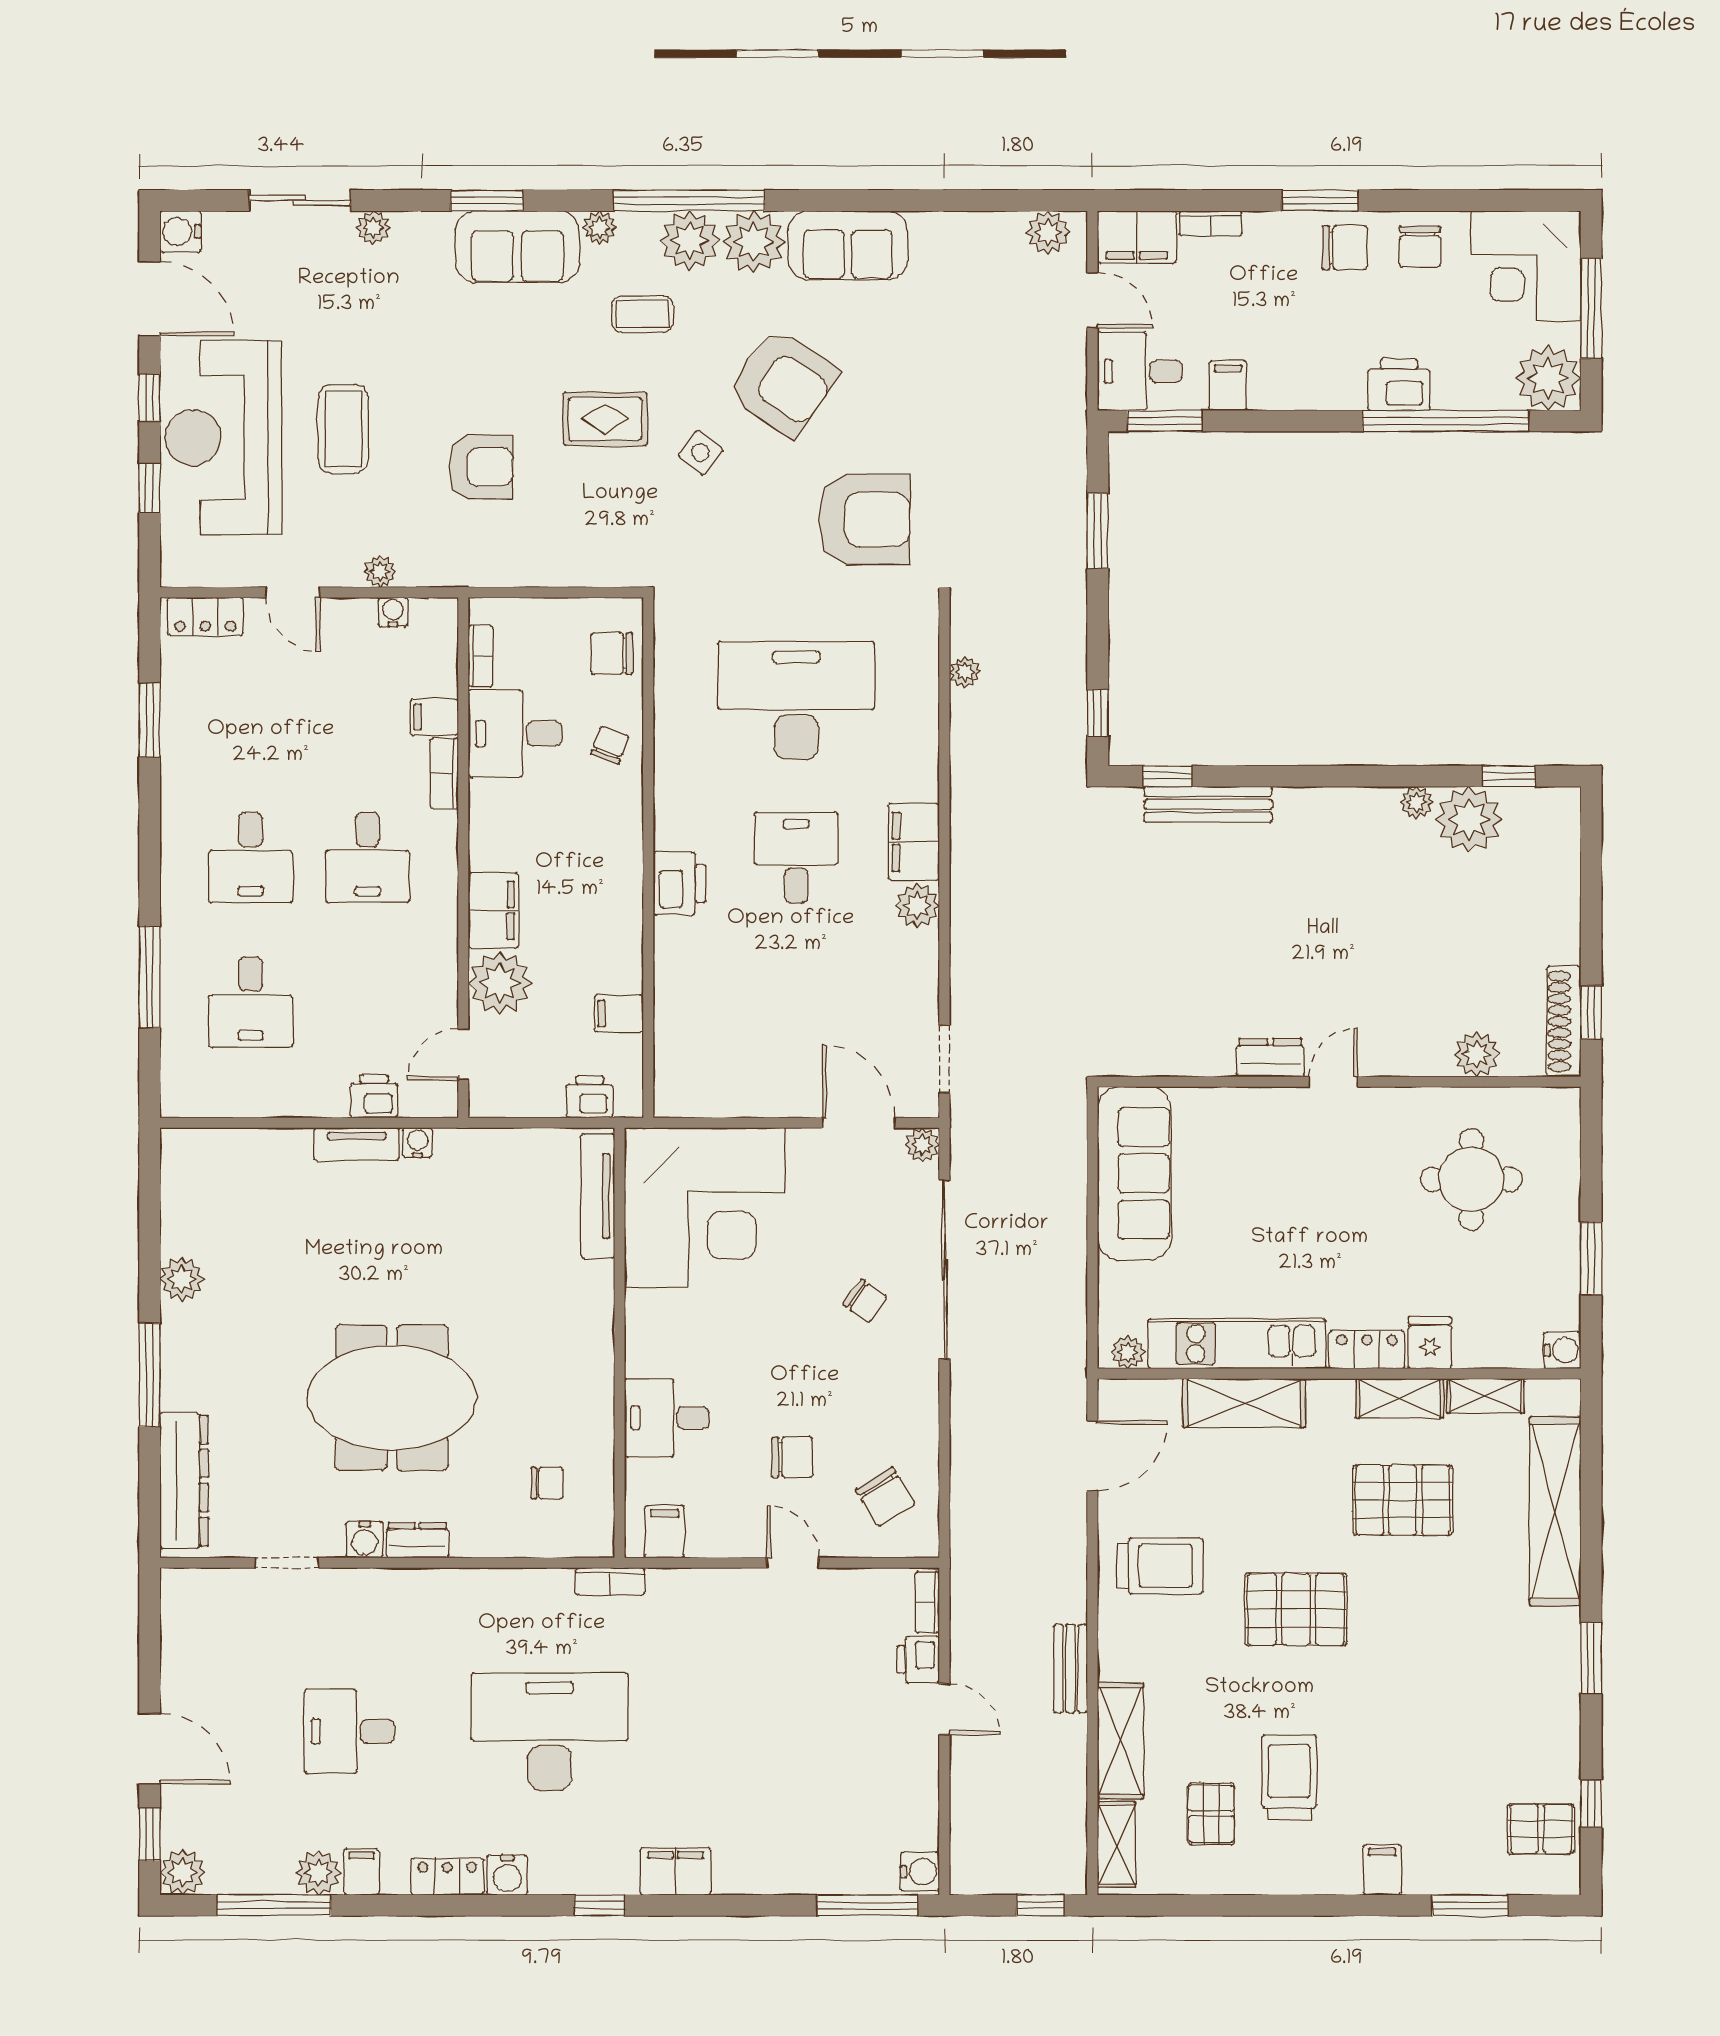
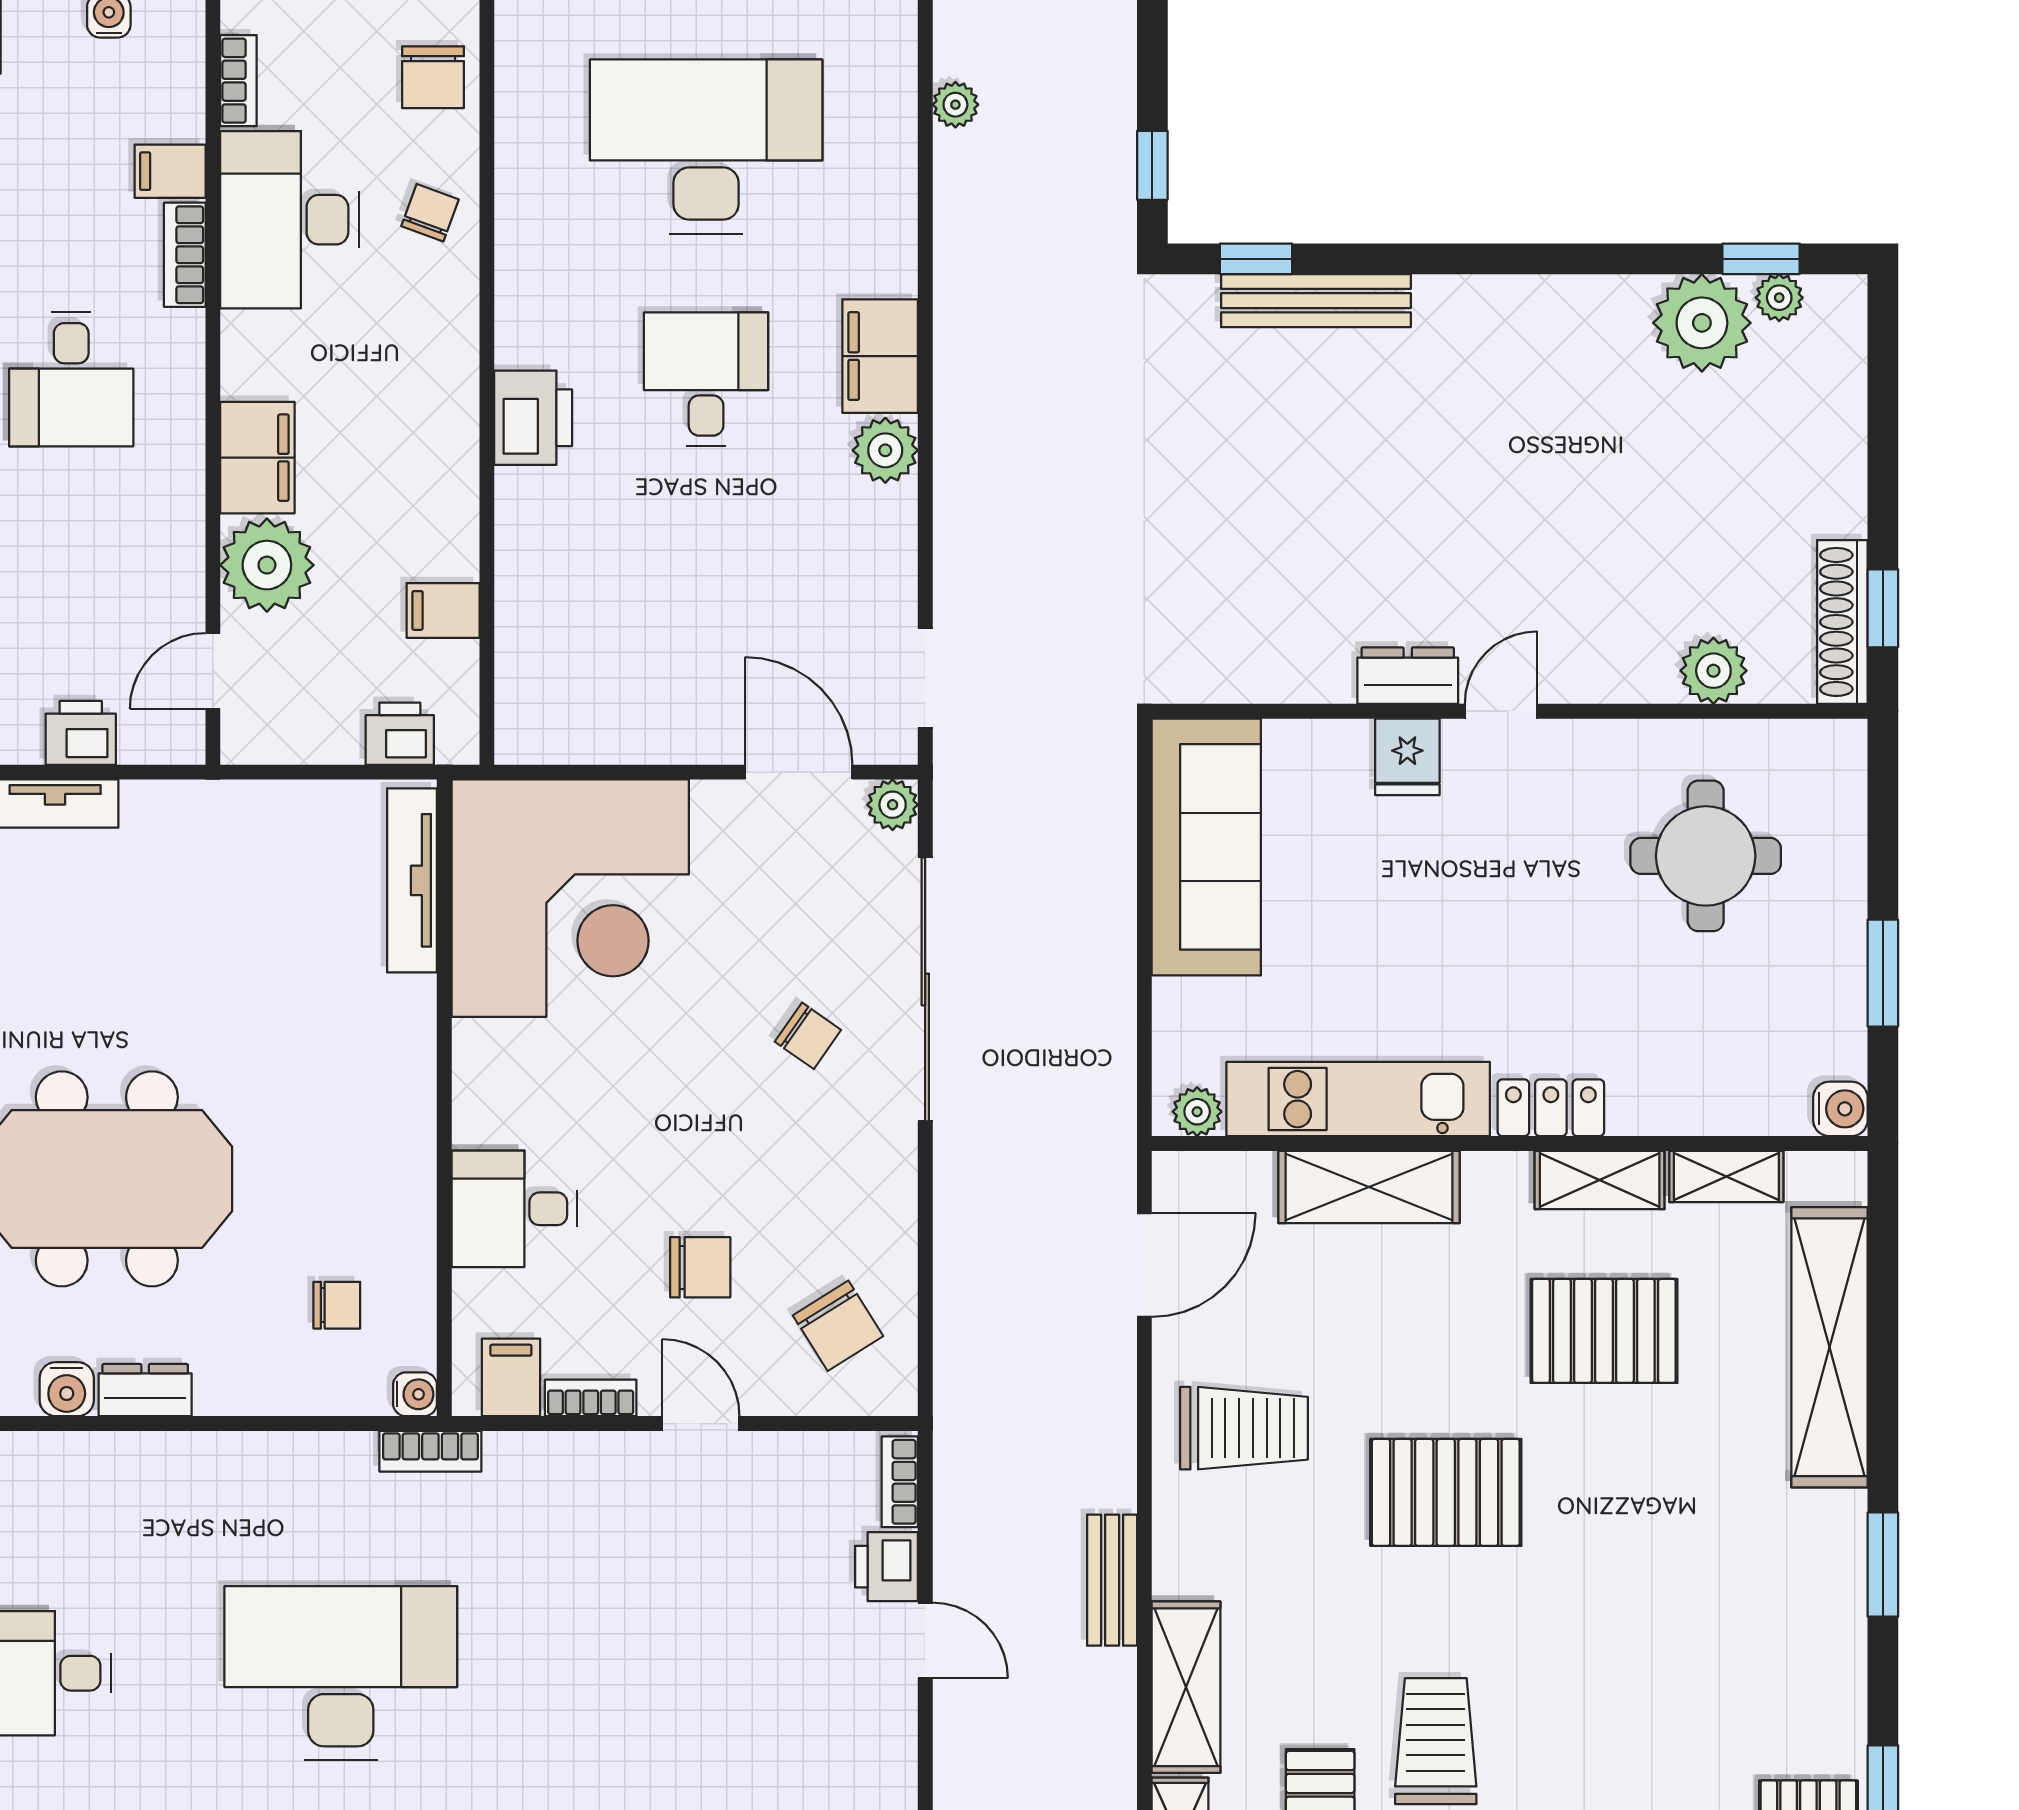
chair: (612, 653) -> (433, 77), turned -90
desk: (515, 733) -> (290, 220), width x1.37
plant: (1417, 802) -> (1779, 298), moved
water cooler: (418, 1143) -> (415, 1394), moved, turned 90
fridge: (1430, 1343) -> (1407, 757), moved, turned 180
bookcase: (718, 1545) -> (591, 1398), added

